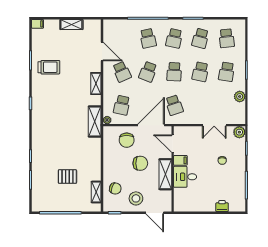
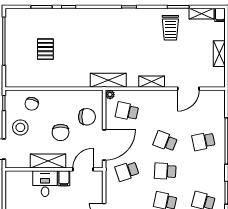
school desk: (174, 38) -> (203, 171), removed
school desk: (122, 72) -> (165, 111), removed
door: (151, 125) -> (104, 145), hinge flipped
chair: (127, 140) -> (87, 117), turned 180
shelving: (96, 192) -> (202, 14), moved

